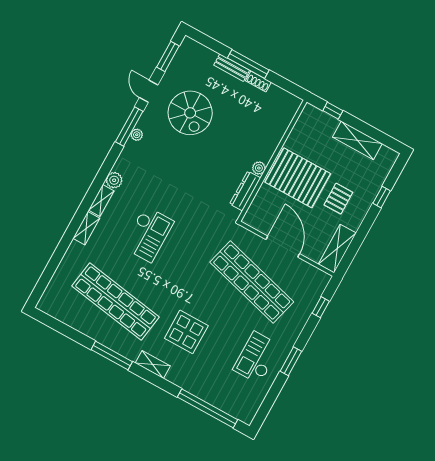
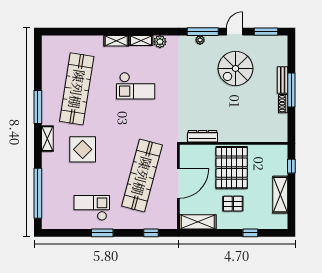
plant: (259, 168) -> (224, 137), removed

